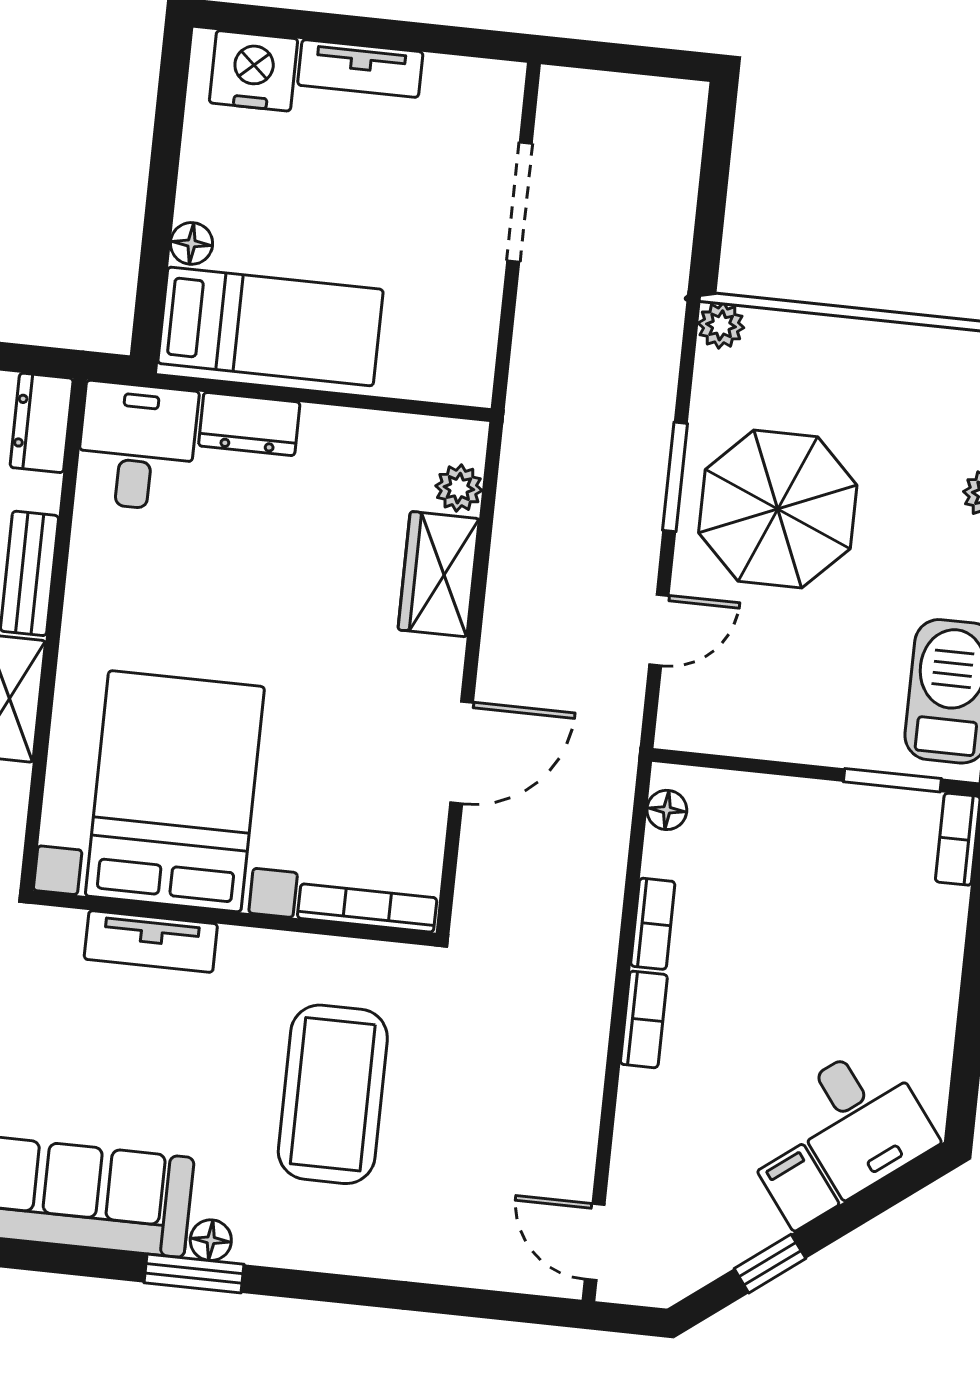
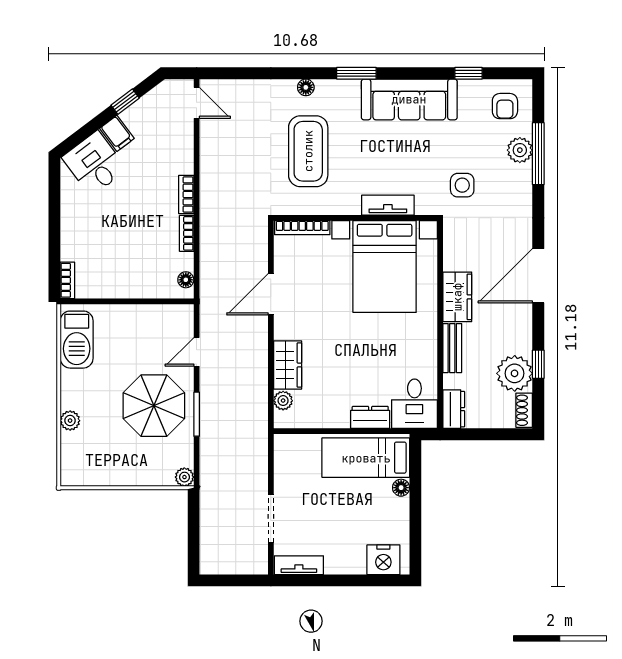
tv unit: (360, 69) -> (299, 565), moved
window: (892, 780) -> (96, 301), removed
floor lamp: (211, 1240) -> (306, 87), moved

